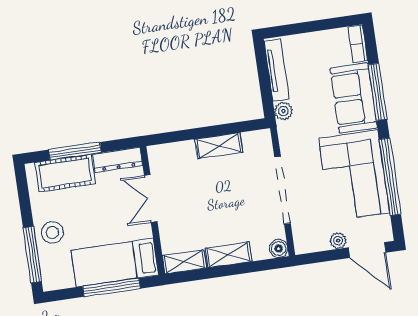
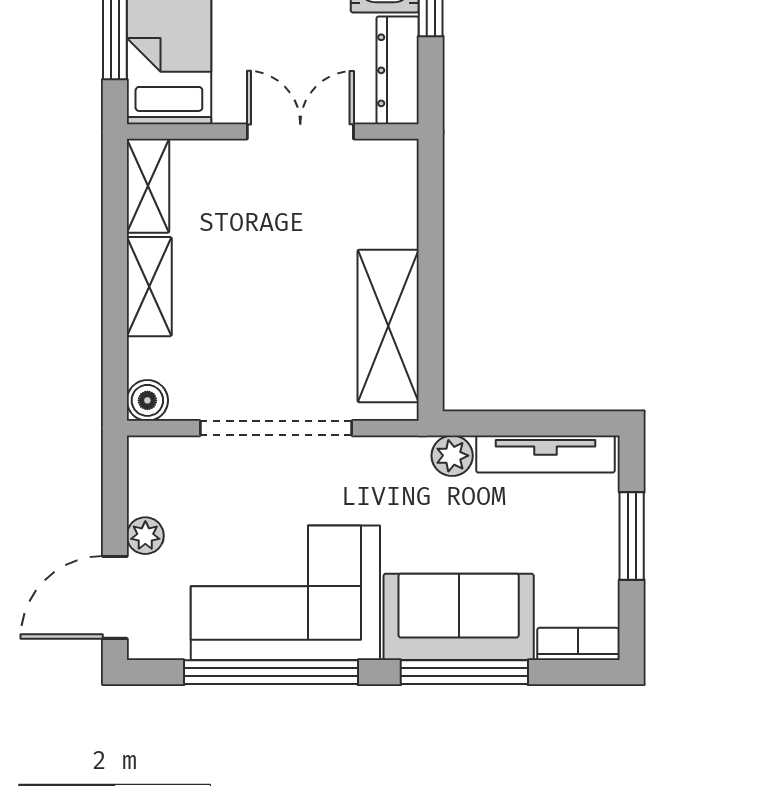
window: (307, 27) -> (632, 536), added
shelving: (219, 146) -> (388, 326), width x1.50, depth x1.33

